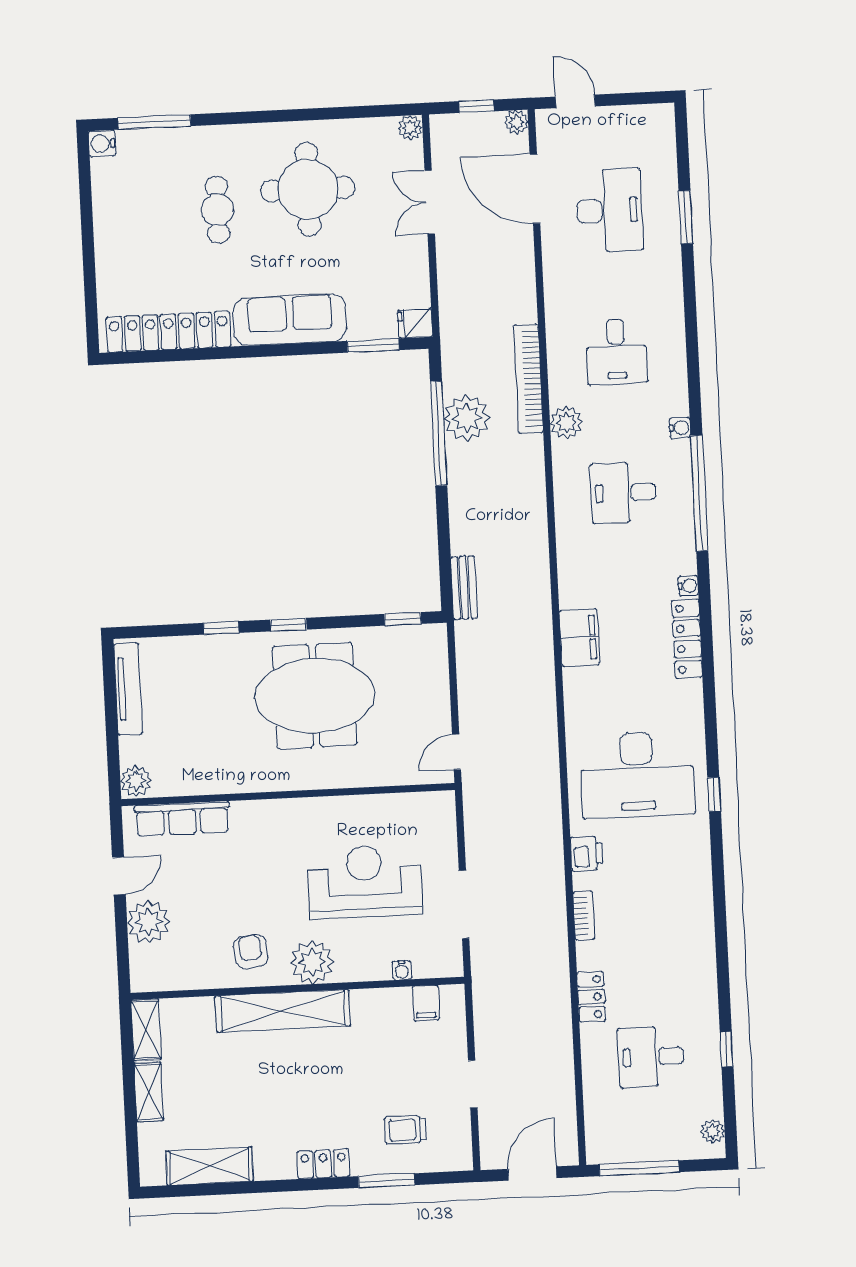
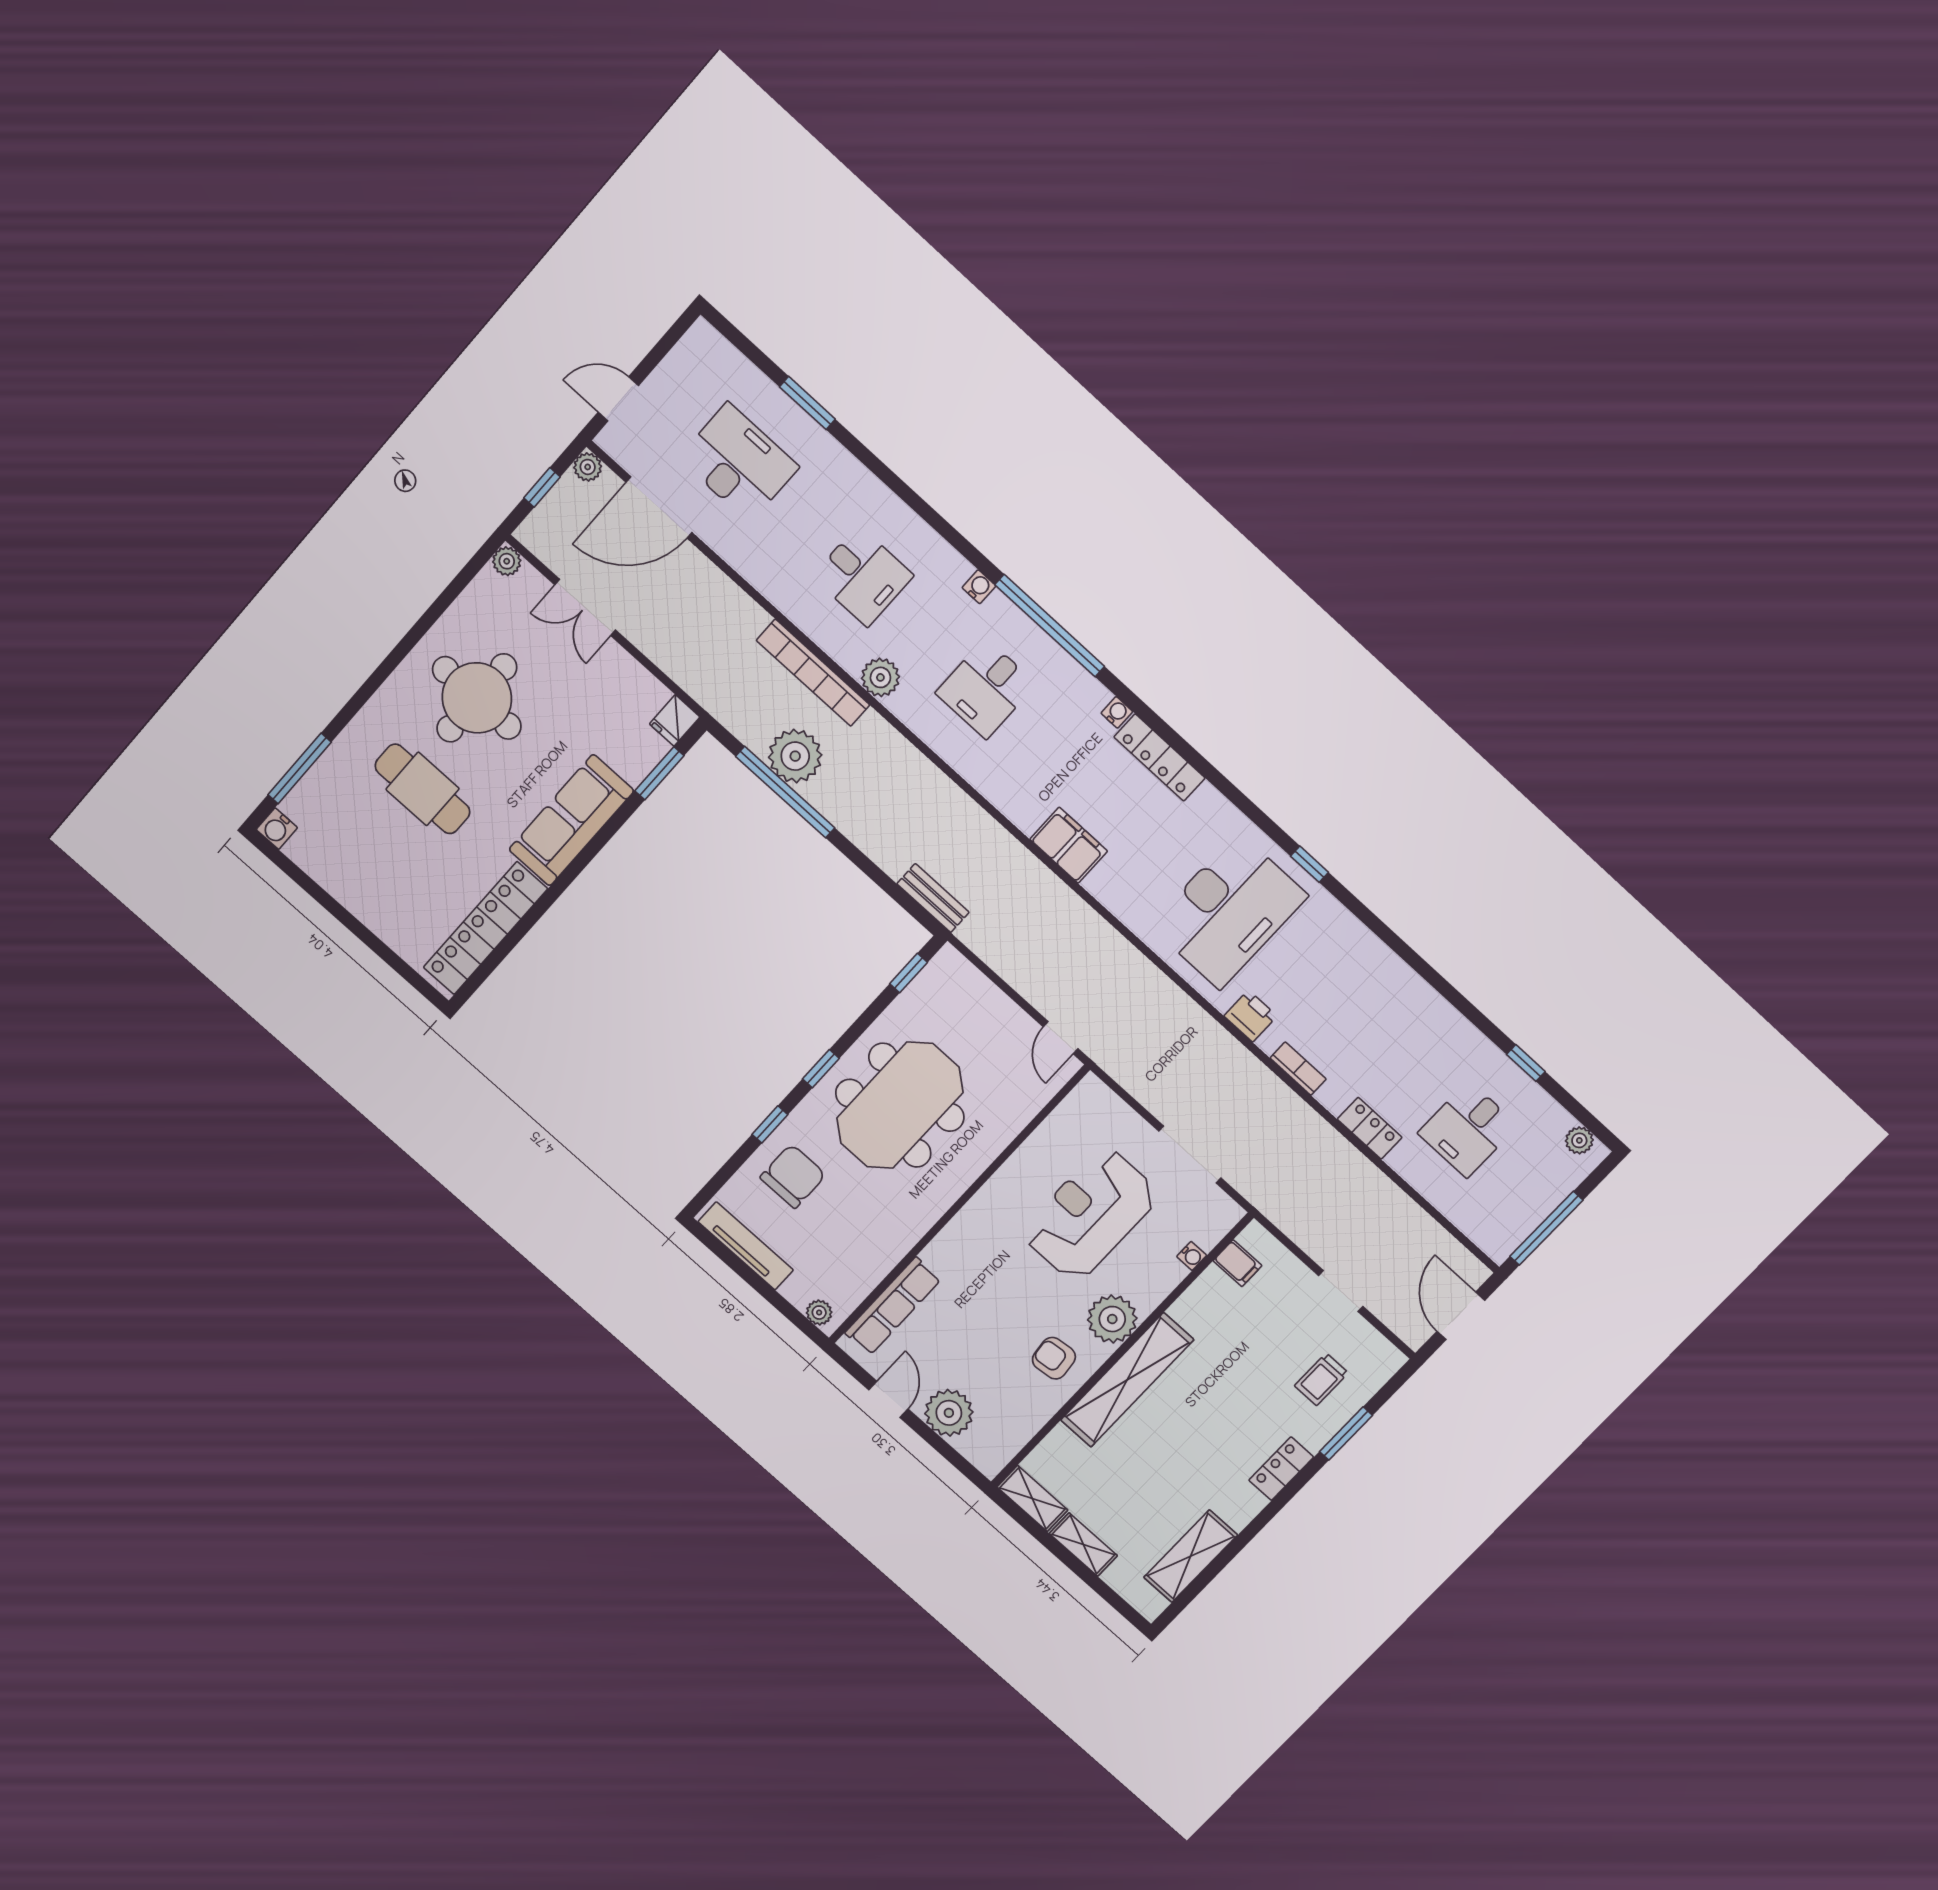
cafe table: (218, 210) -> (423, 789), width x1.37, depth x1.35
chair: (203, 674) -> (793, 1176), added
plant: (136, 781) -> (819, 1313), width x0.73, depth x0.73

